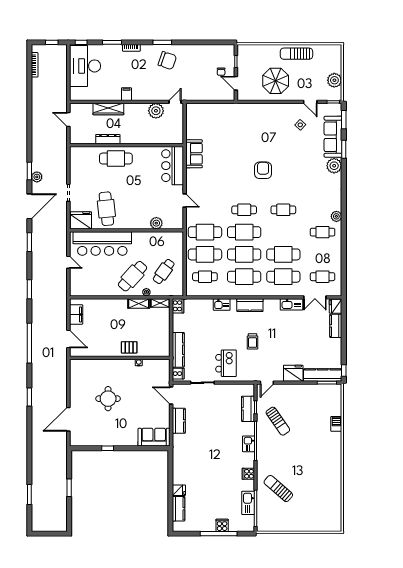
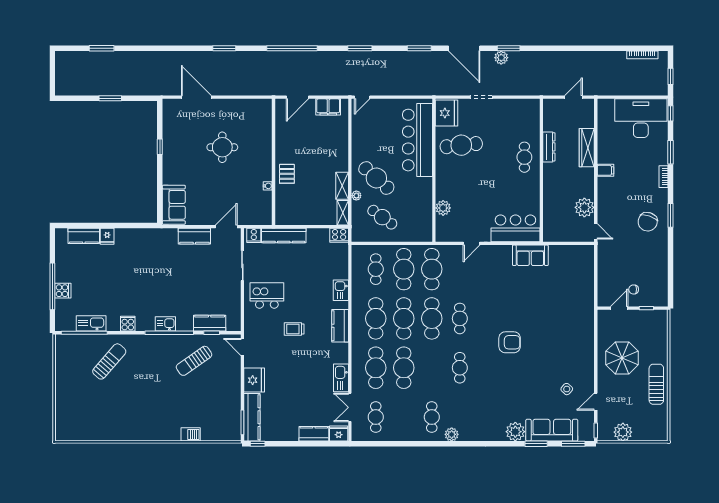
cafe table: (116, 159) -> (524, 157), width x0.73, depth x0.74
door: (68, 262) -> (362, 97), moved
kitchen island: (226, 363) -> (267, 296), turned 180

